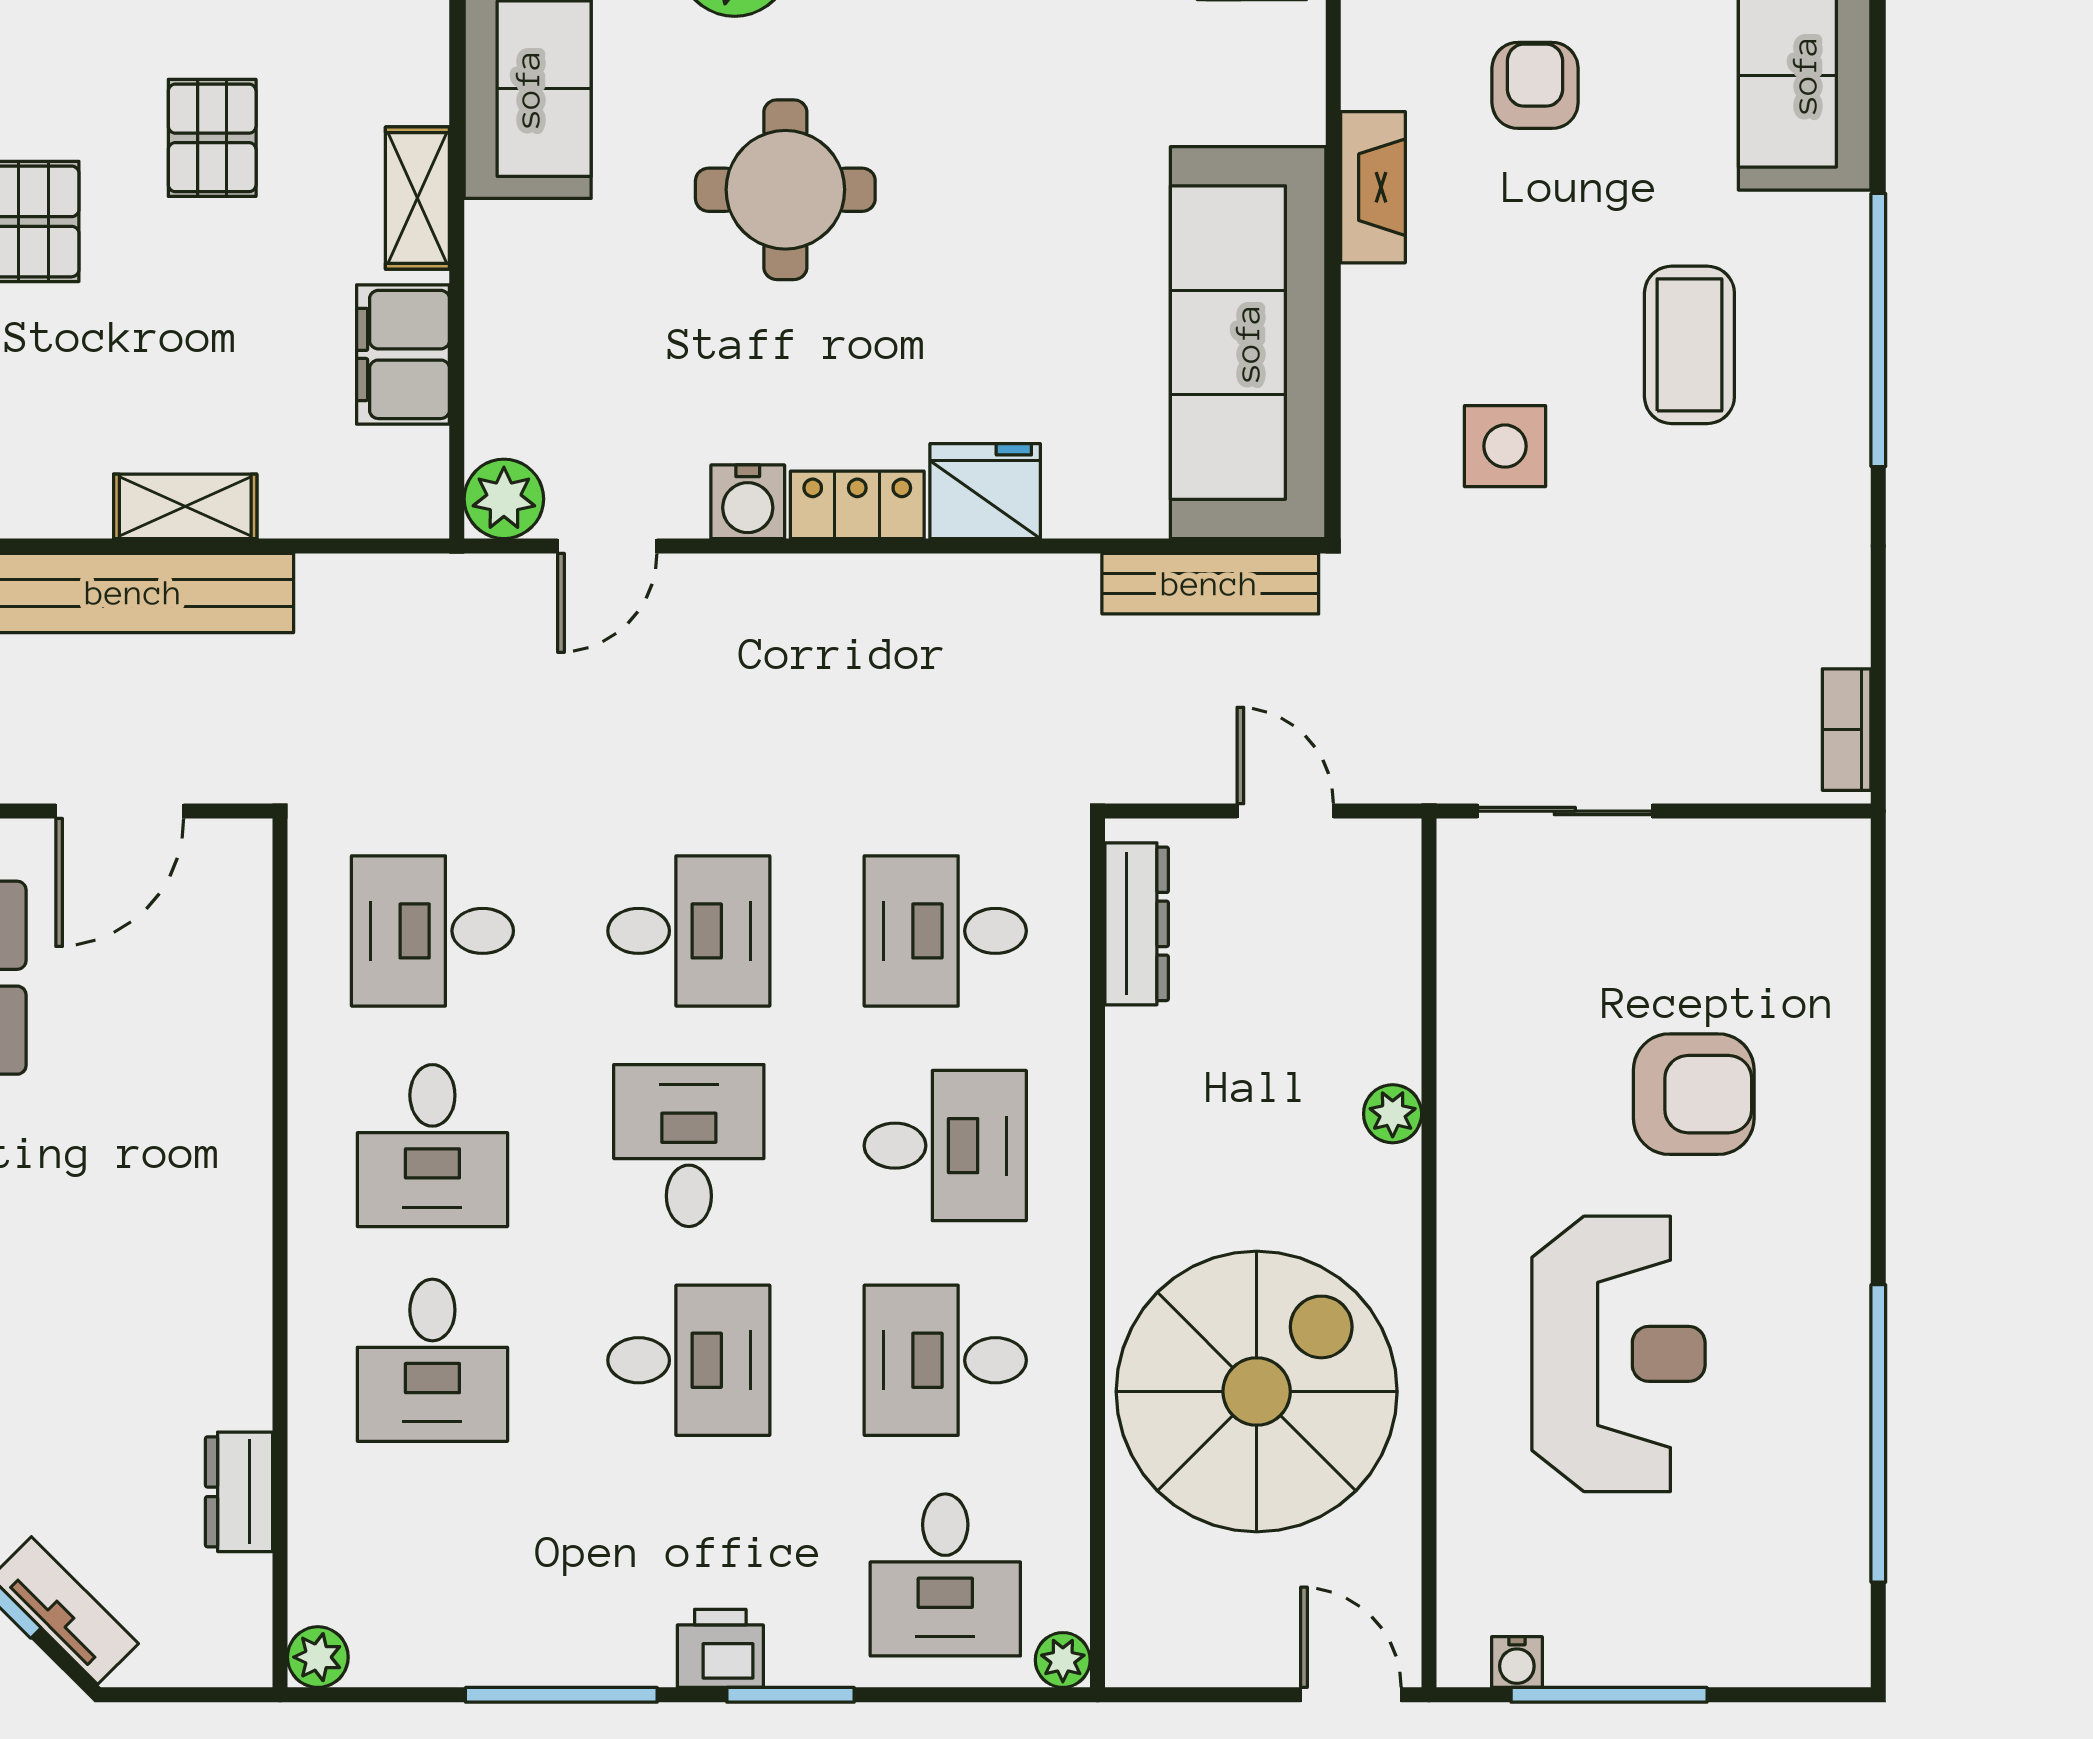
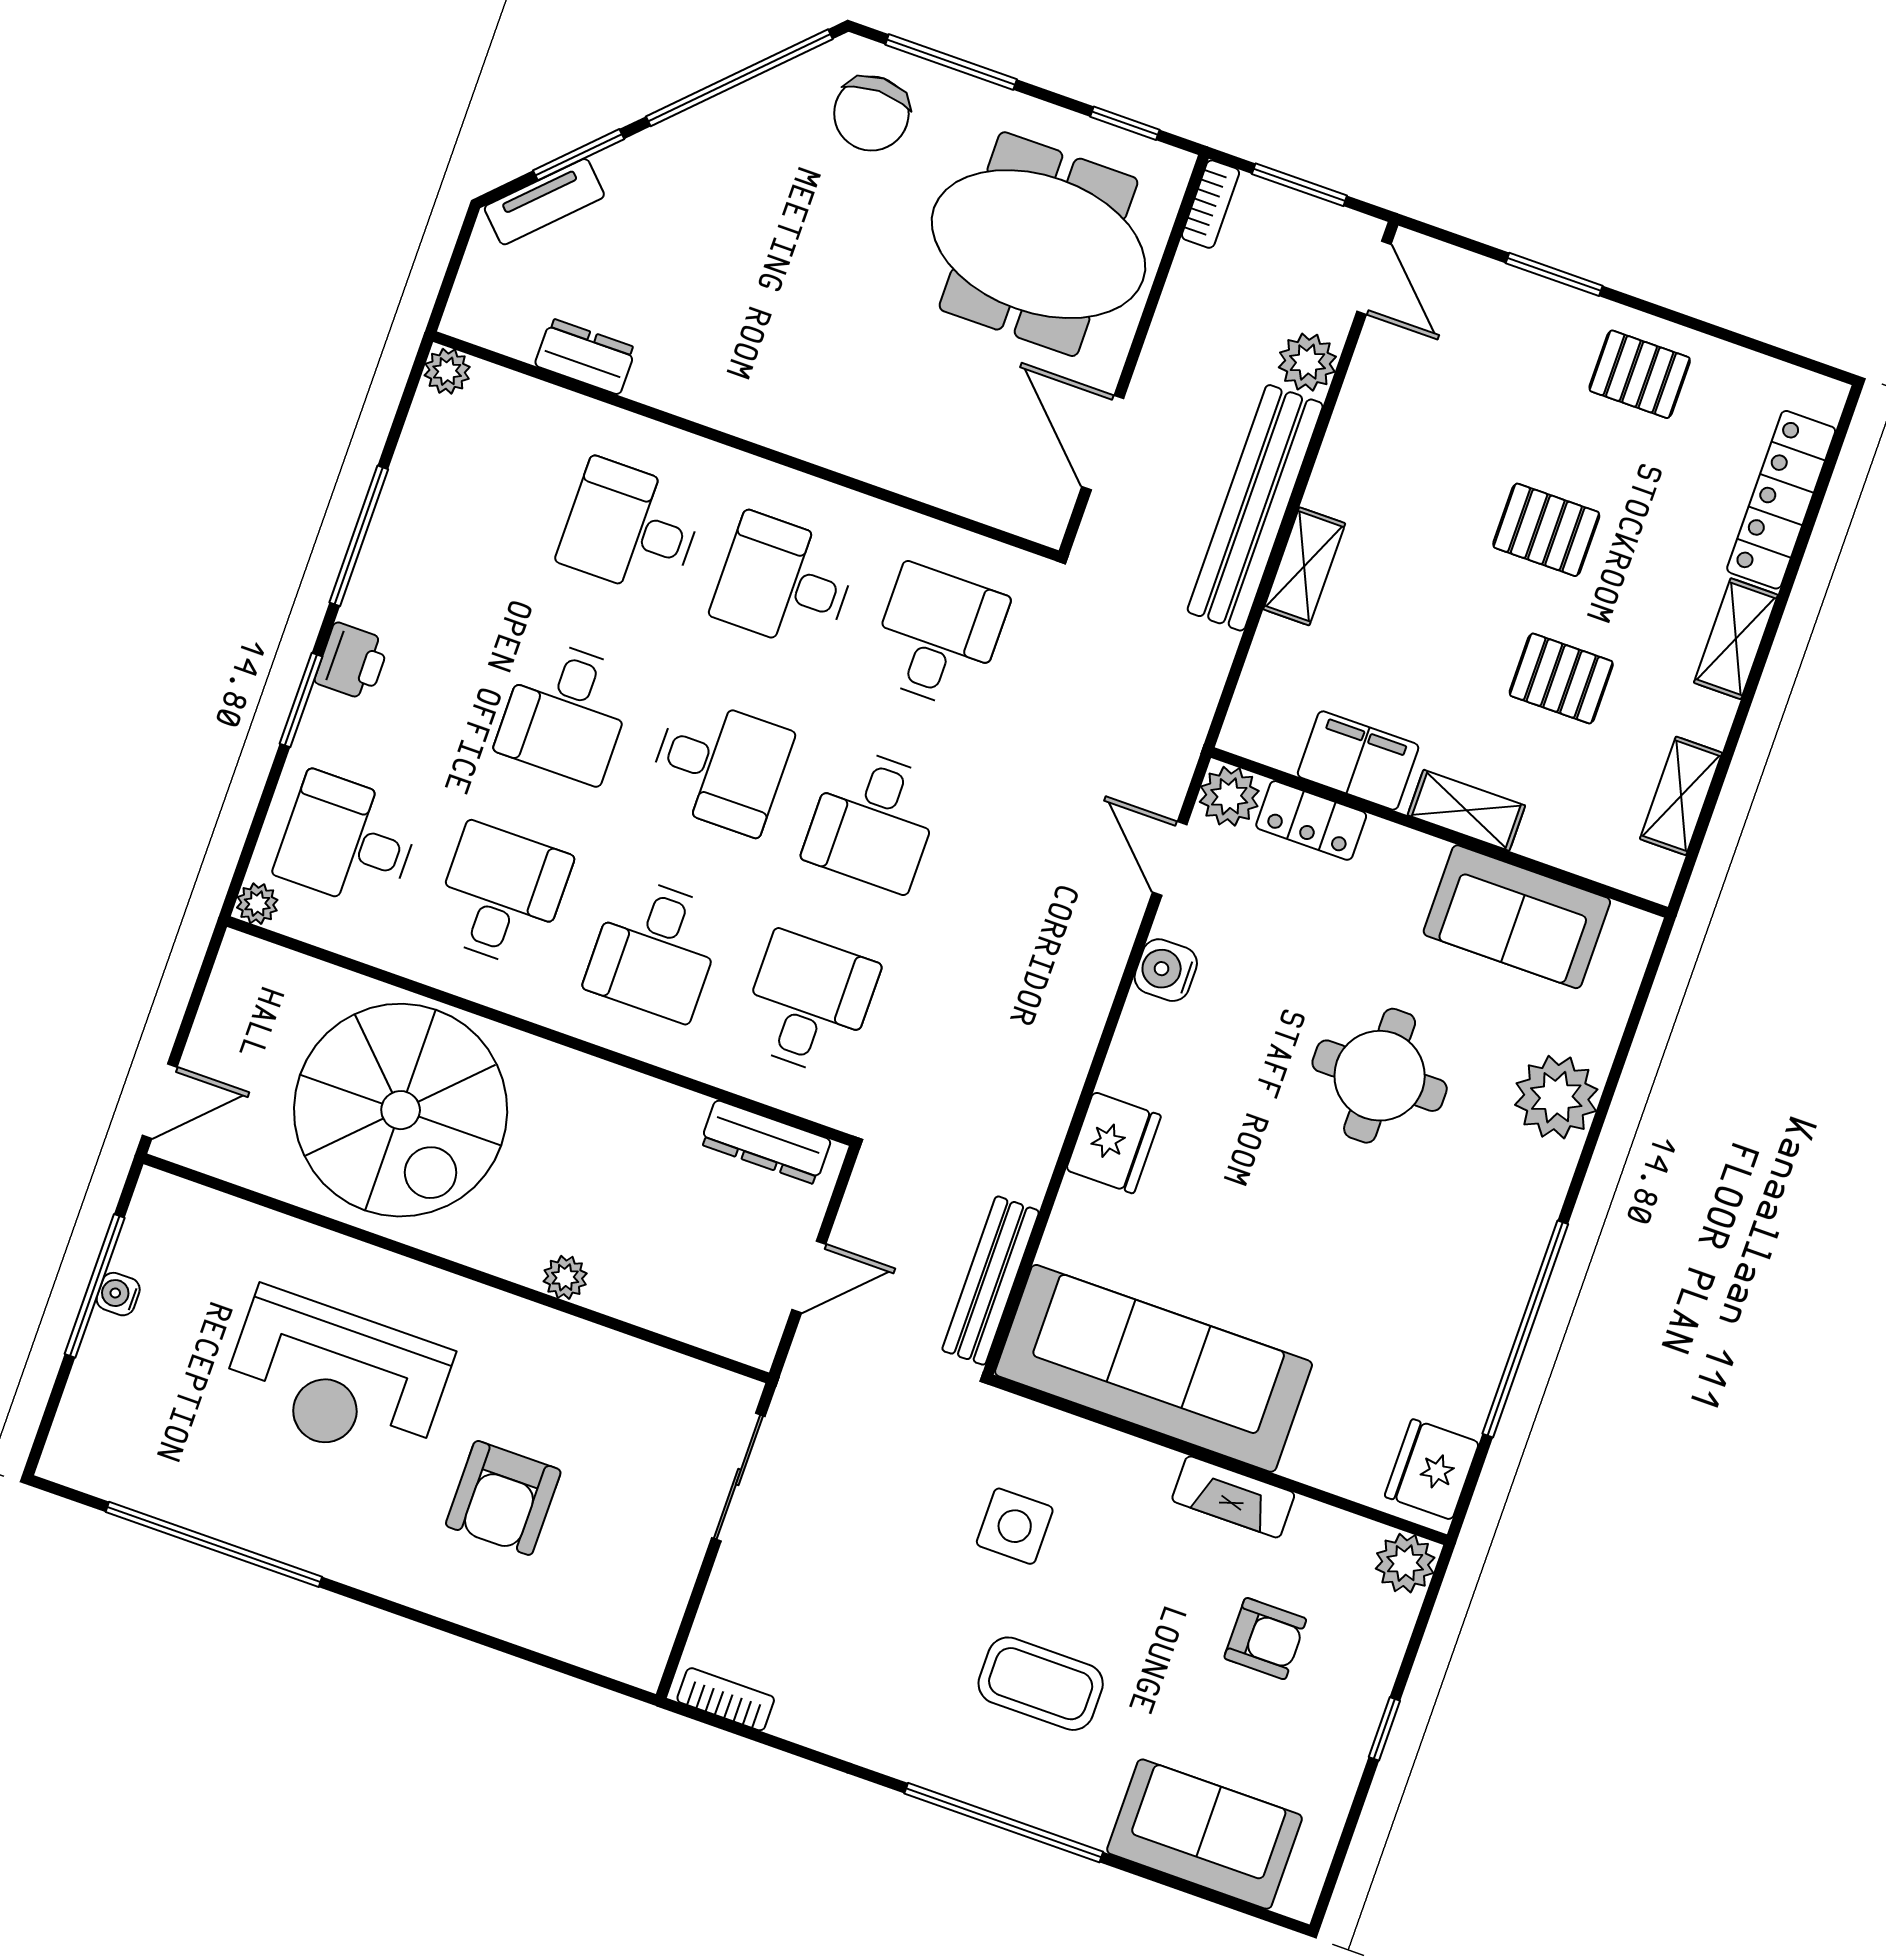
locker: (857, 505) -> (1311, 820), moved, turned 90
water cooler: (1517, 1662) -> (118, 1294), moved

